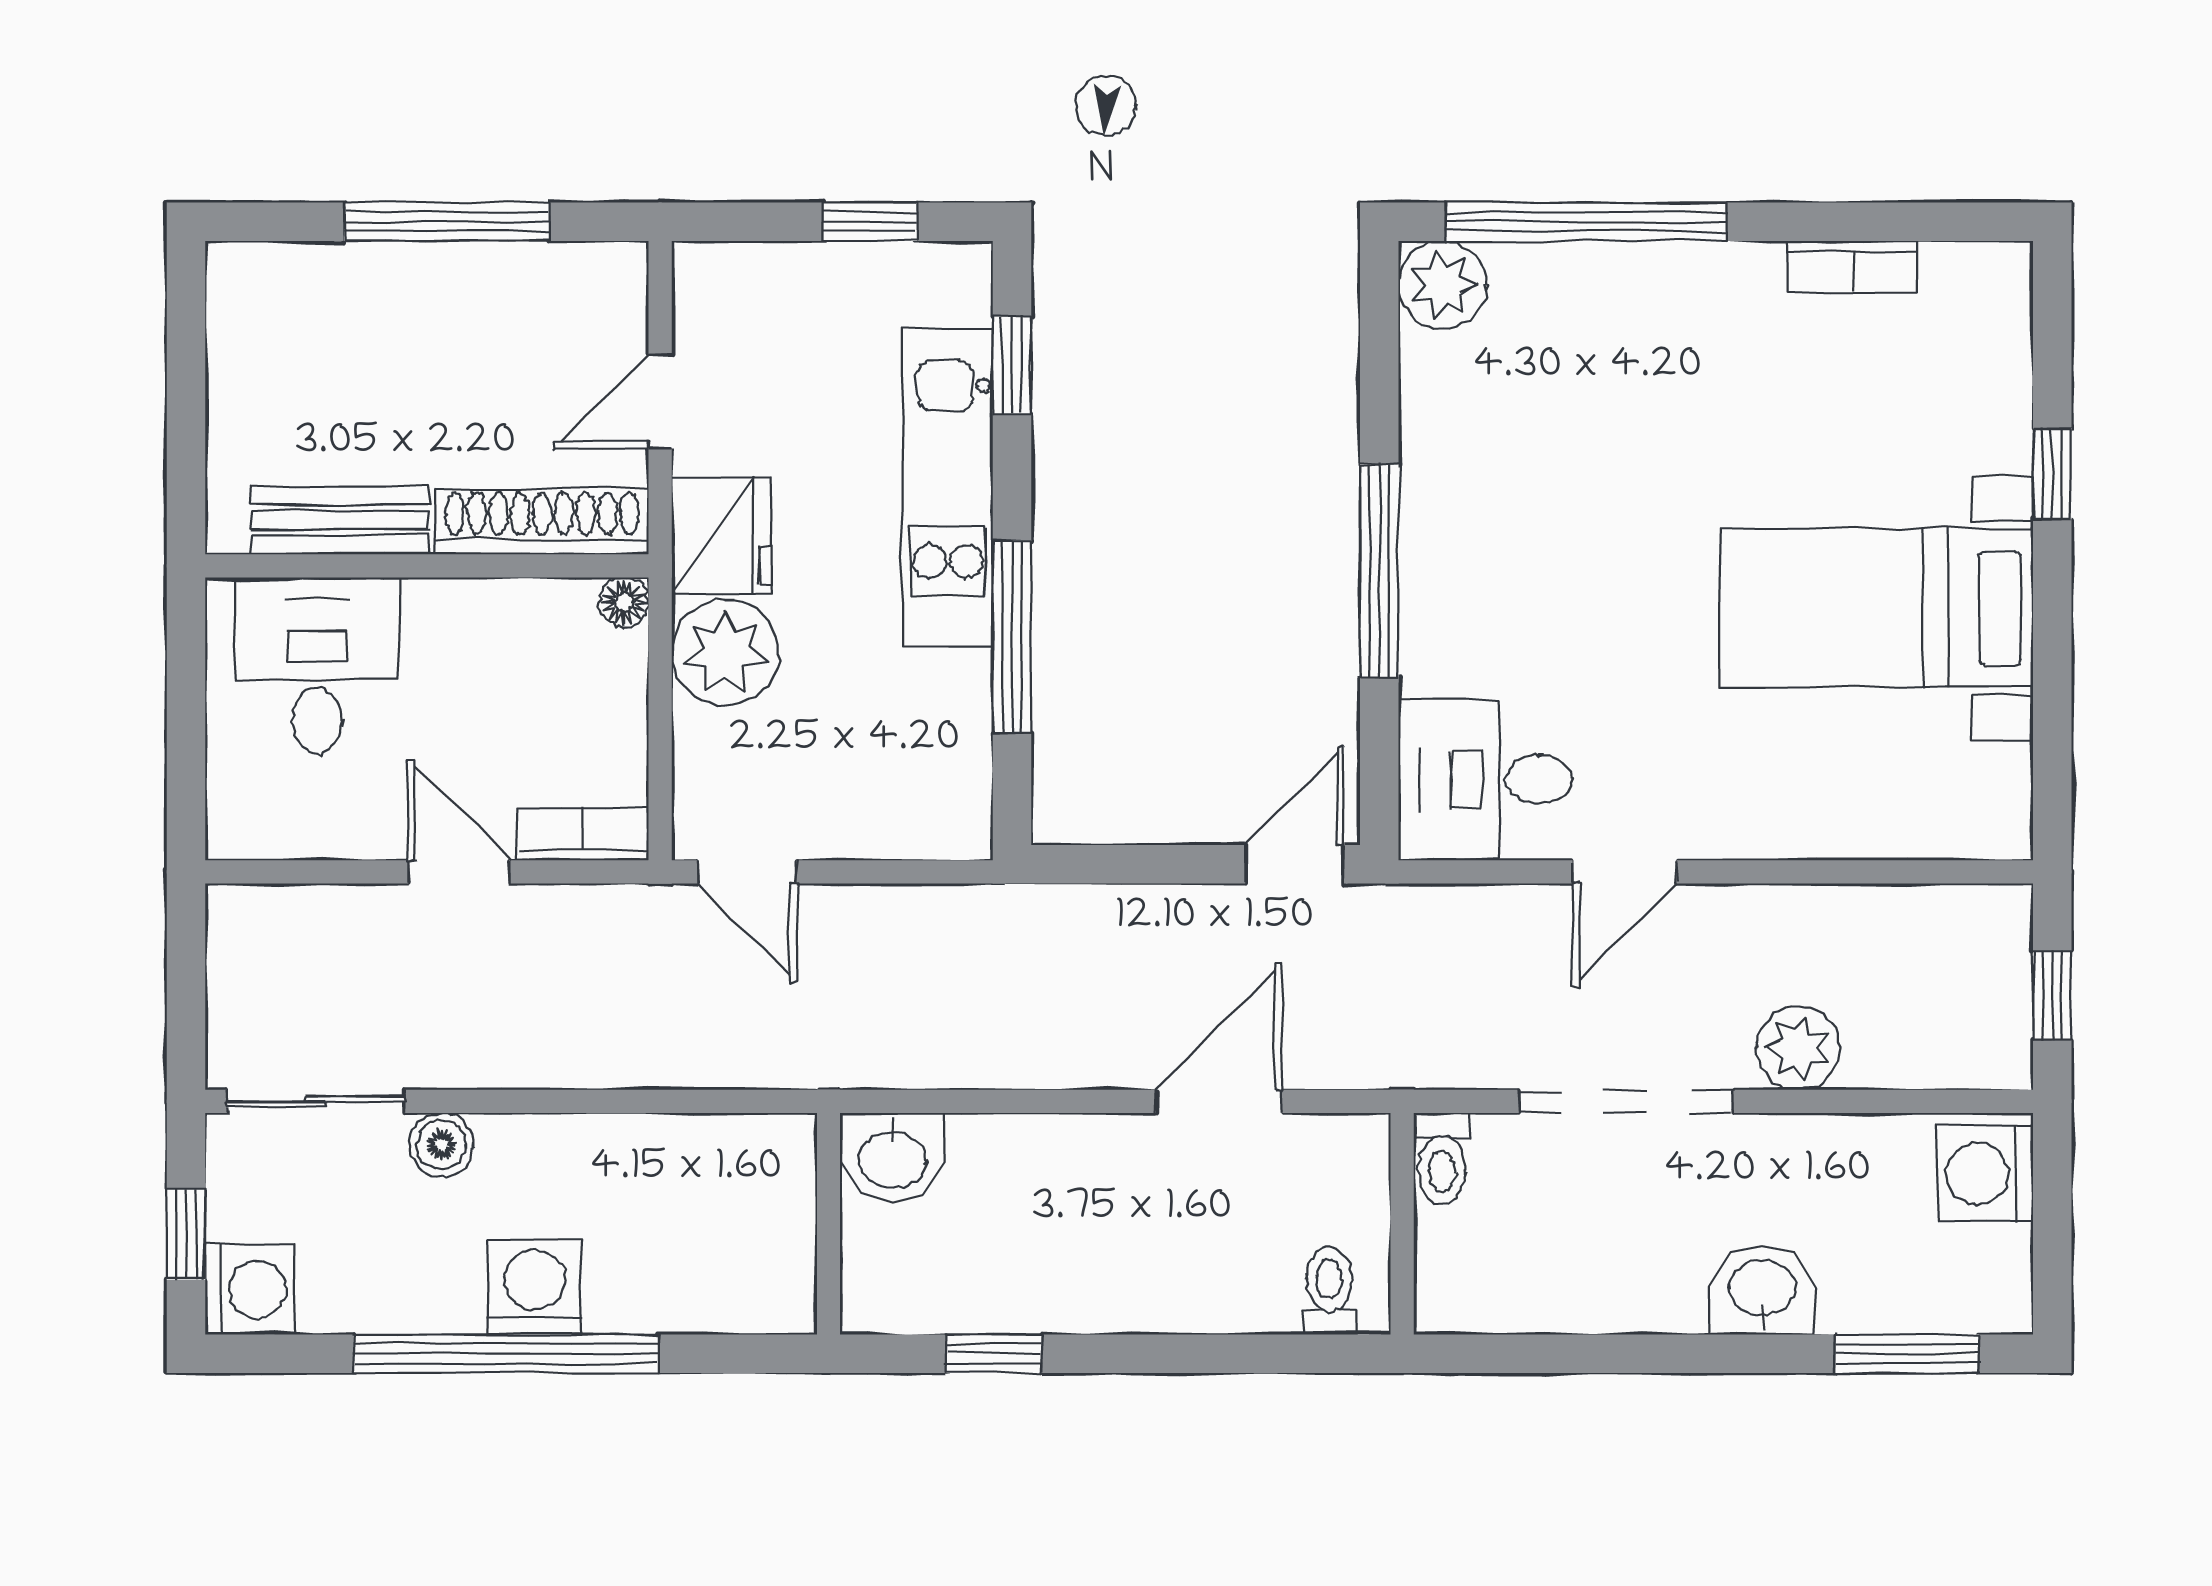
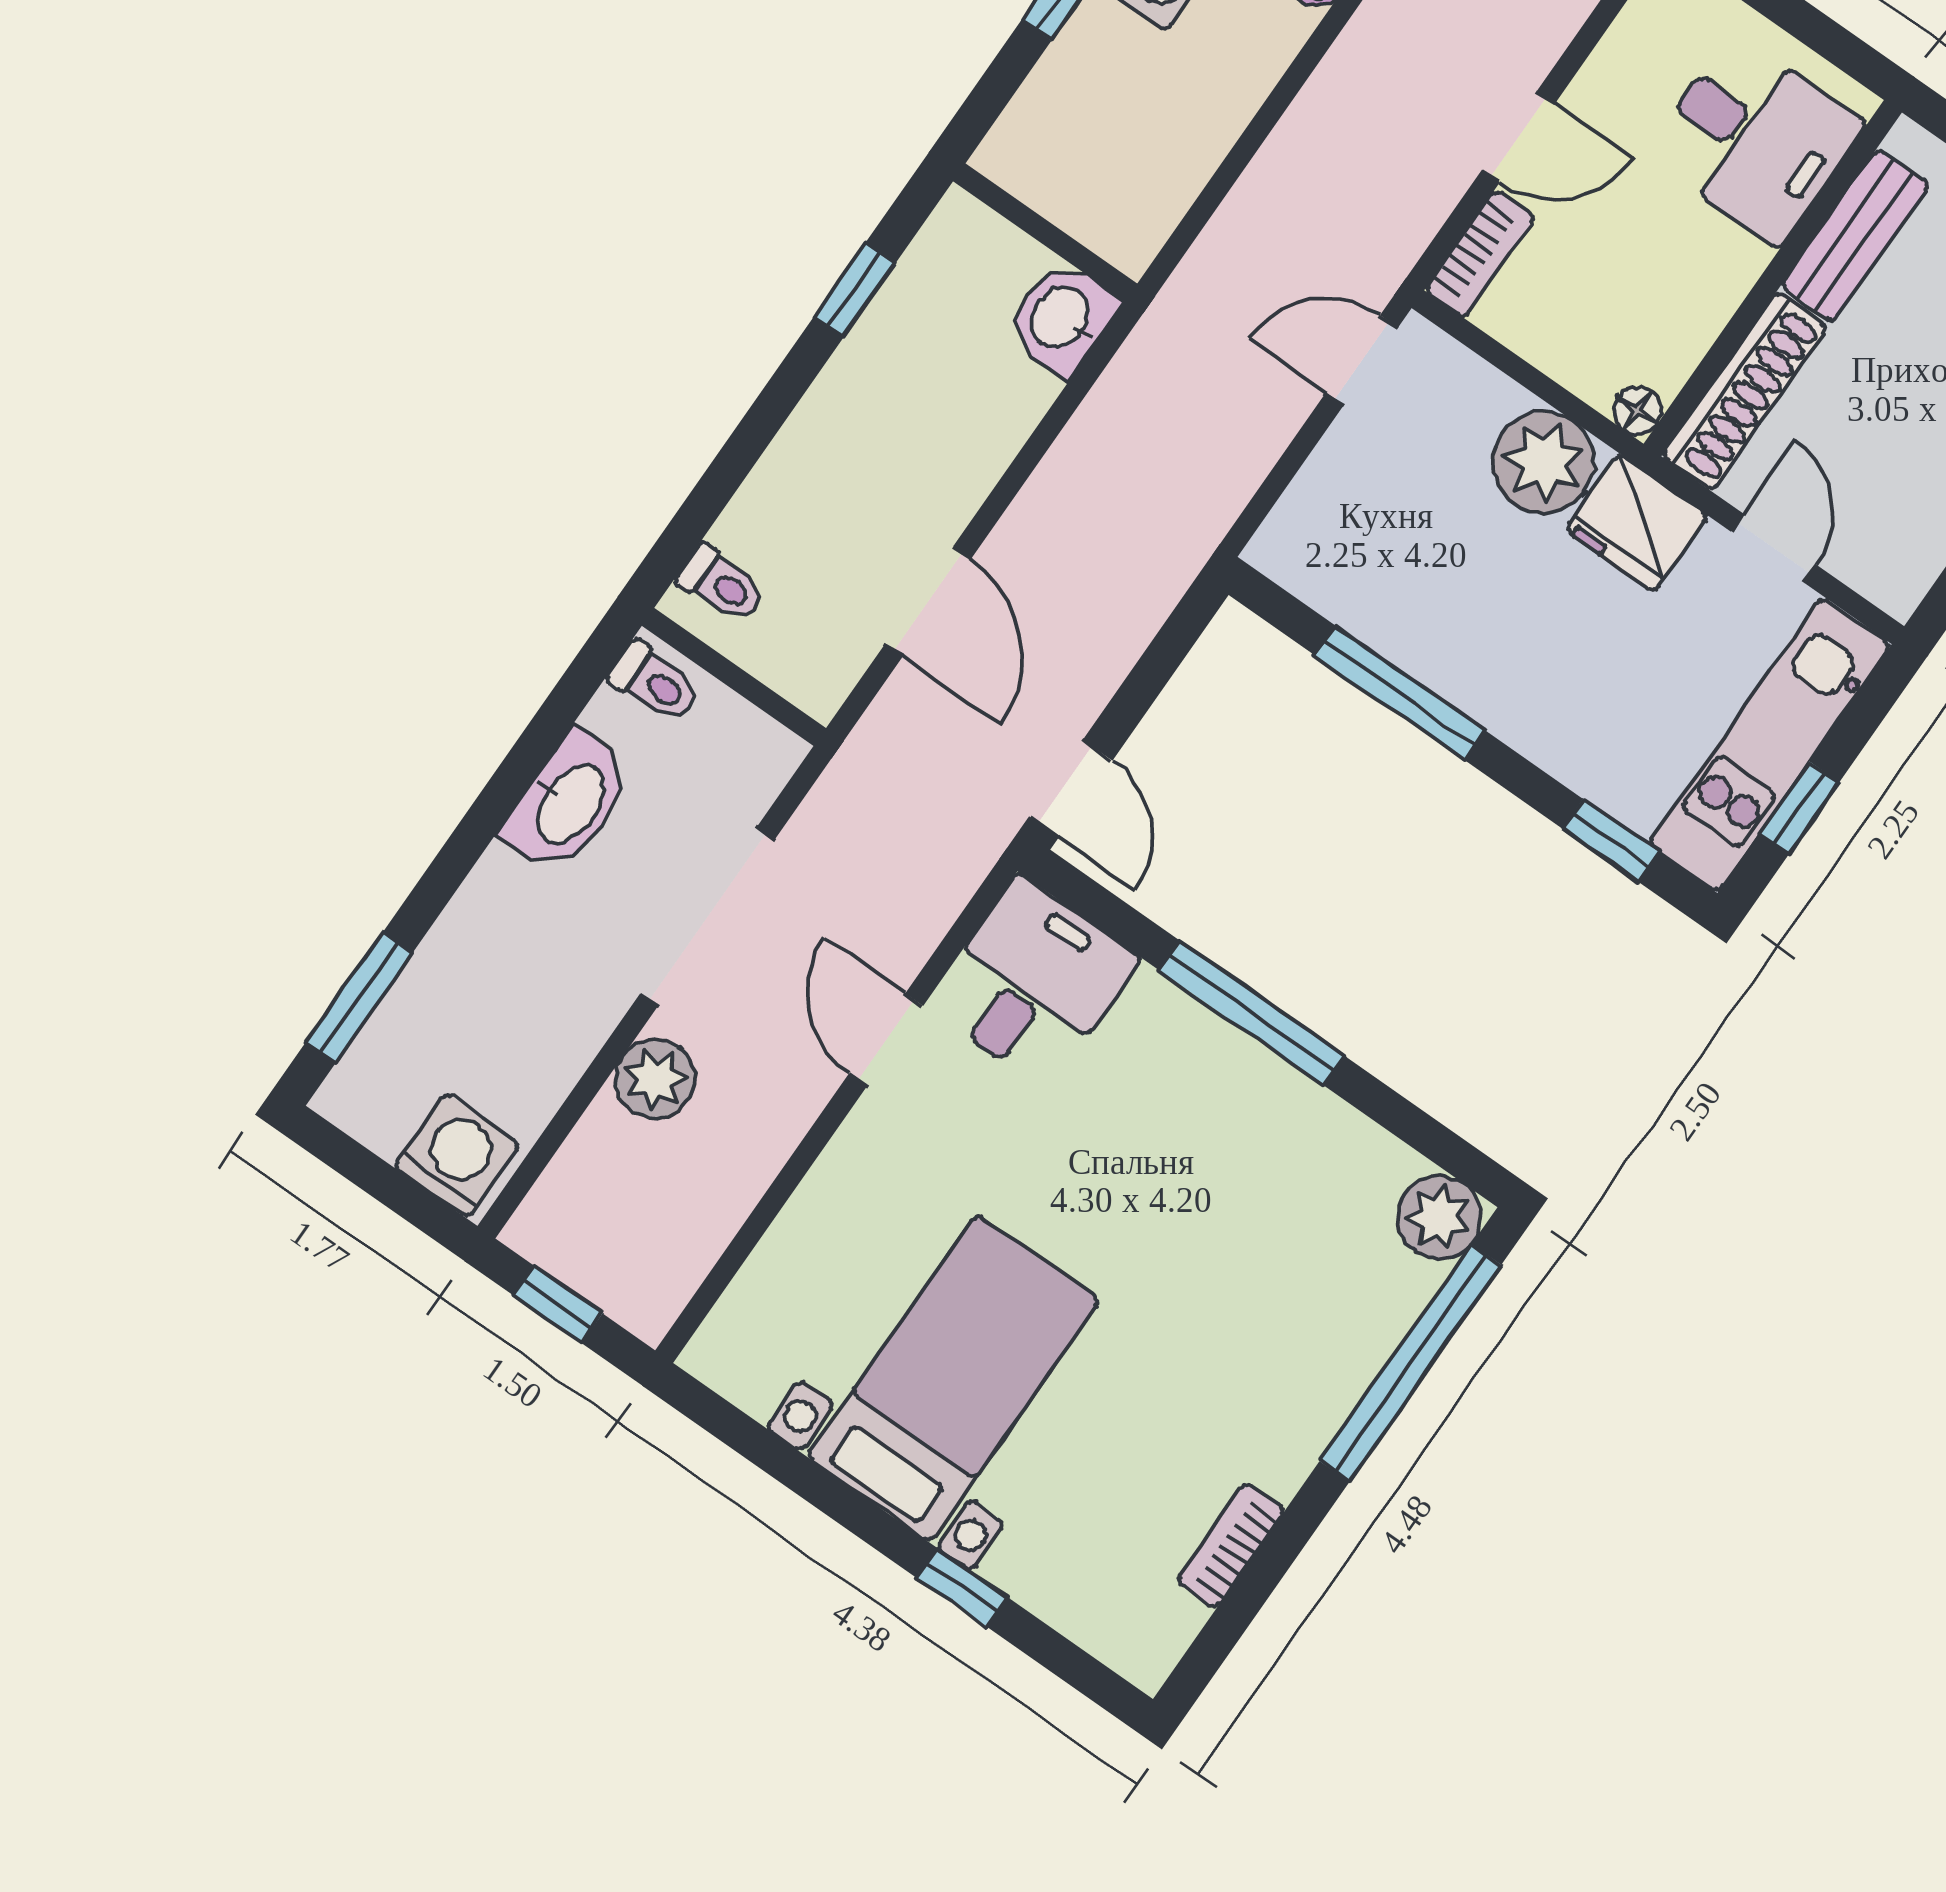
kitchen unit: (948, 488) -> (1769, 745), moved, turned -90
toilet: (1442, 1159) -> (655, 683), moved, turned 180
washbasin: (1762, 1291) -> (569, 803), moved, width x1.38

